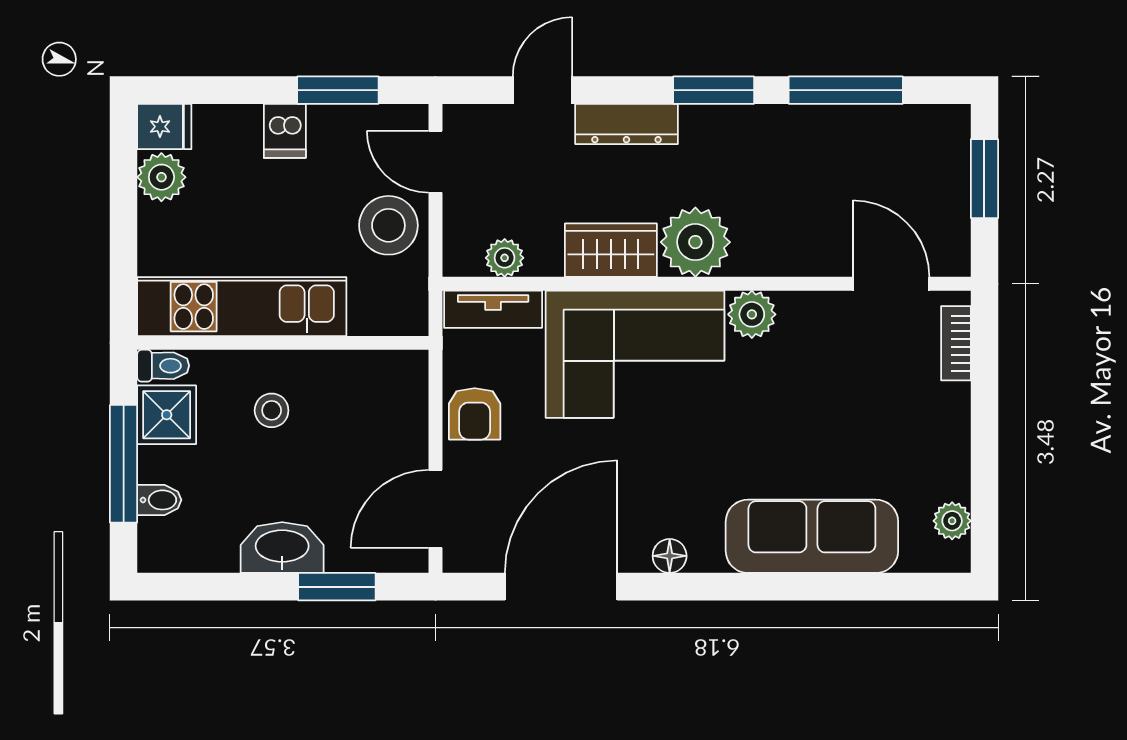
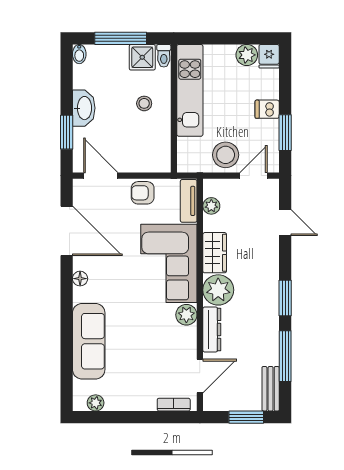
bench: (920, 123) -> (271, 389), added
dresser: (626, 124) -> (212, 329), moved, turned 180
bidet: (159, 500) -> (79, 54), moved

